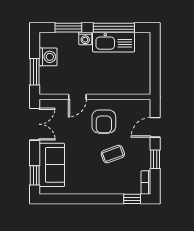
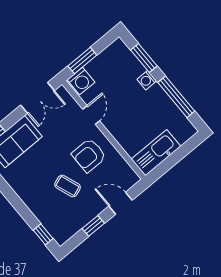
kitchen sink: (114, 42) -> (156, 153), moved, turned 90
washing machine: (48, 57) -> (81, 81), moved
door: (77, 97) -> (91, 115), swing flipped
bookcase: (146, 182) -> (67, 235), removed

